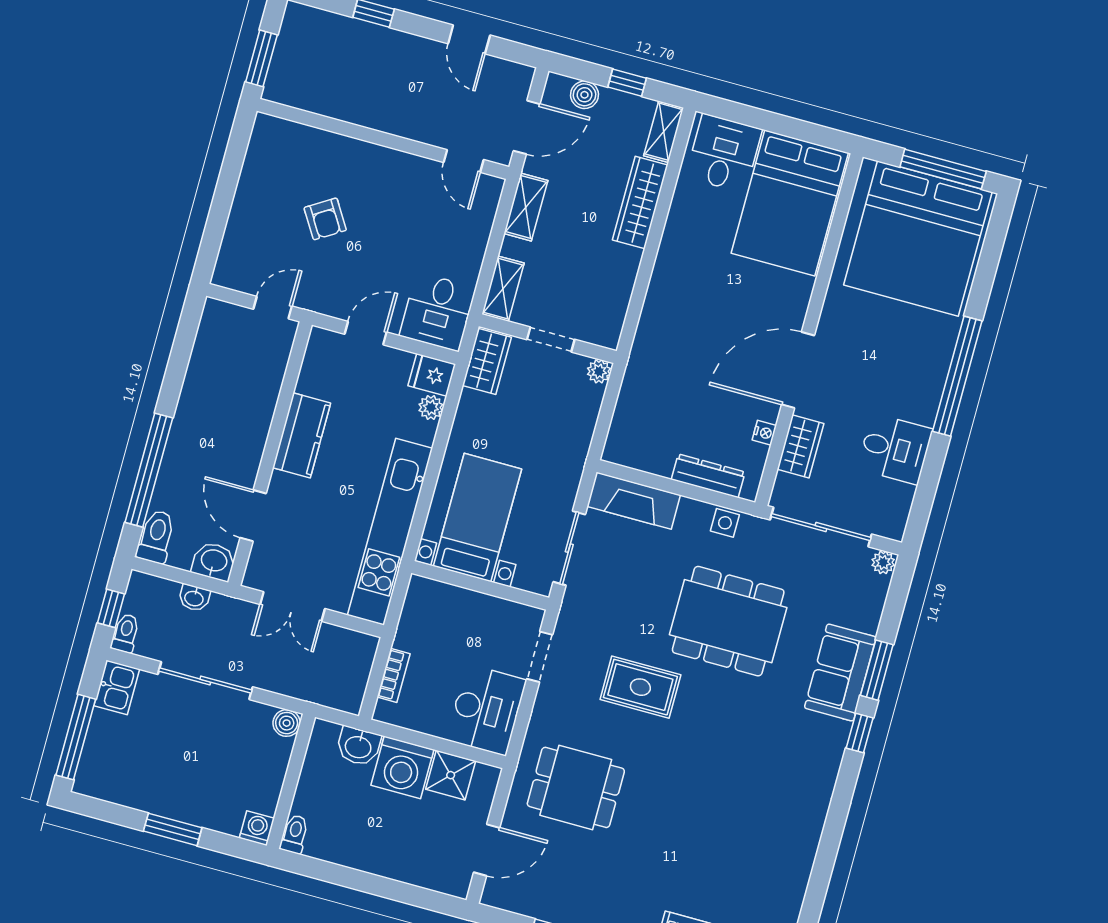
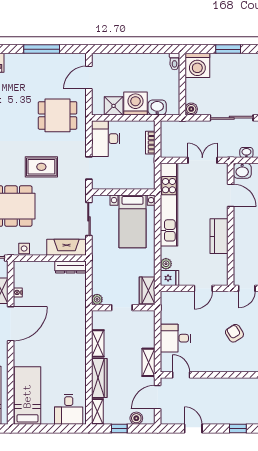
bed: (790, 203) -> (27, 396), width x0.67
shelving: (503, 289) -> (98, 343), moved
desk: (438, 312) -> (176, 338), moved, turned -90
dresser: (708, 476) -> (71, 267), moved
washing machine: (257, 828) -> (197, 65), width x1.89, depth x1.89

